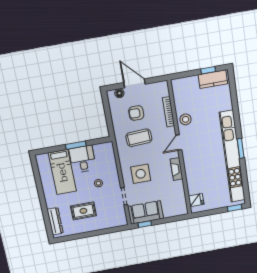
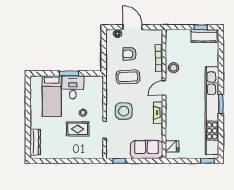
rug: (83, 211) -> (78, 129), moved
sofa: (145, 212) -> (147, 149), moved

